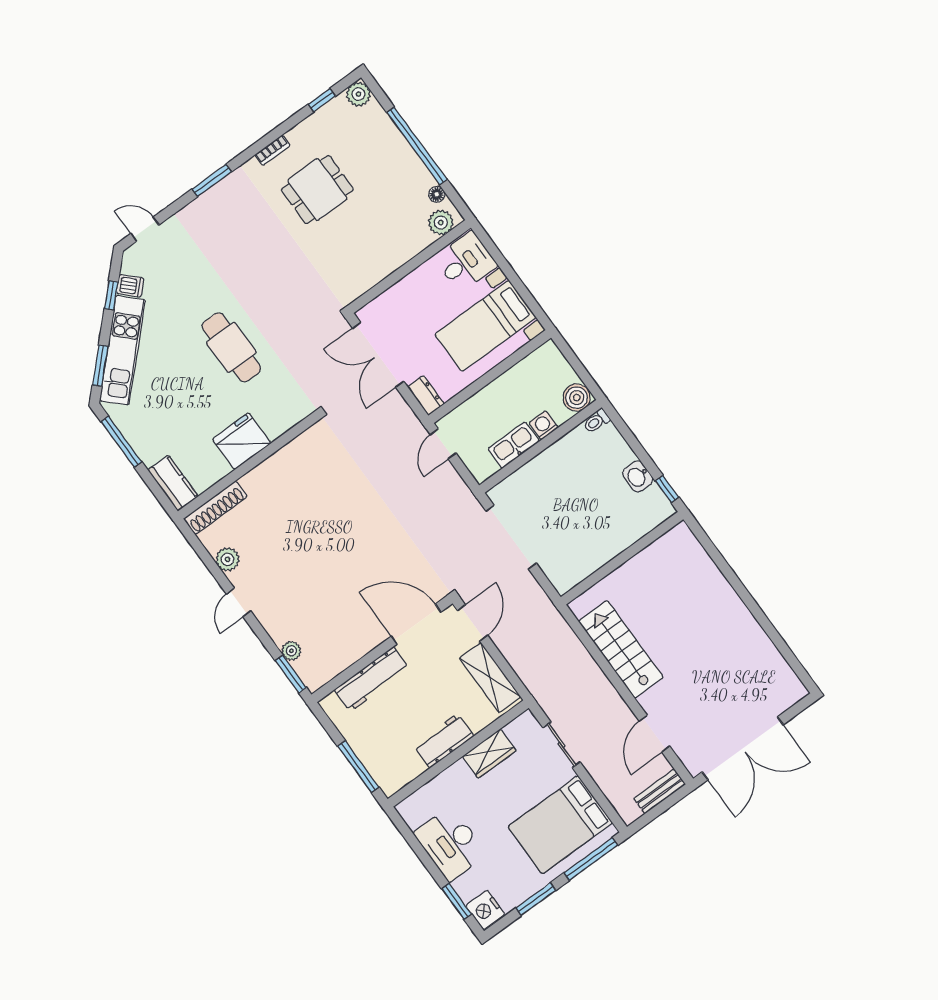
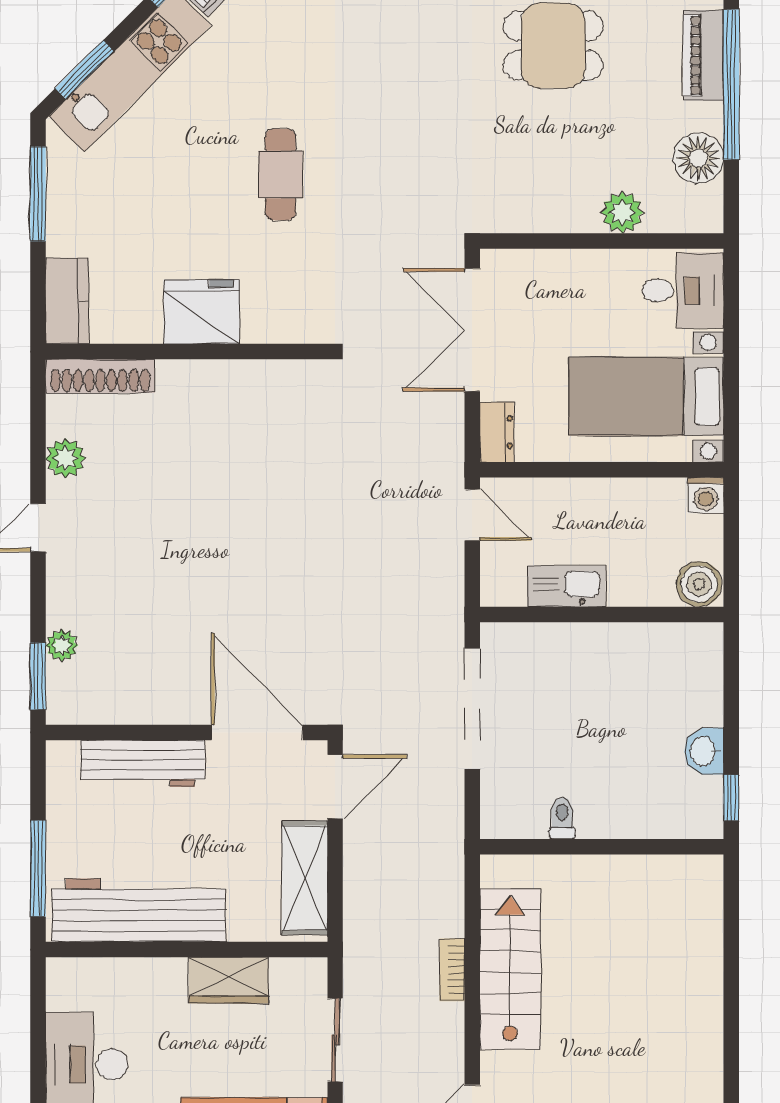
piano: (393, 142) -> (703, 55), added
floor lamp: (437, 194) -> (698, 158), width x1.89, depth x1.89
plant: (441, 223) -> (622, 212), moved
cafe table: (231, 347) -> (280, 174), width x0.73, depth x0.74
toilet: (597, 421) -> (562, 818), moved, turned 90
washing machine: (544, 425) -> (706, 495), moved, turned 180
door: (443, 444) -> (472, 515), swing flipped
bookcase: (593, 670) -> (452, 970), added
workbench: (444, 741) -> (139, 910), width x1.88, depth x1.32

